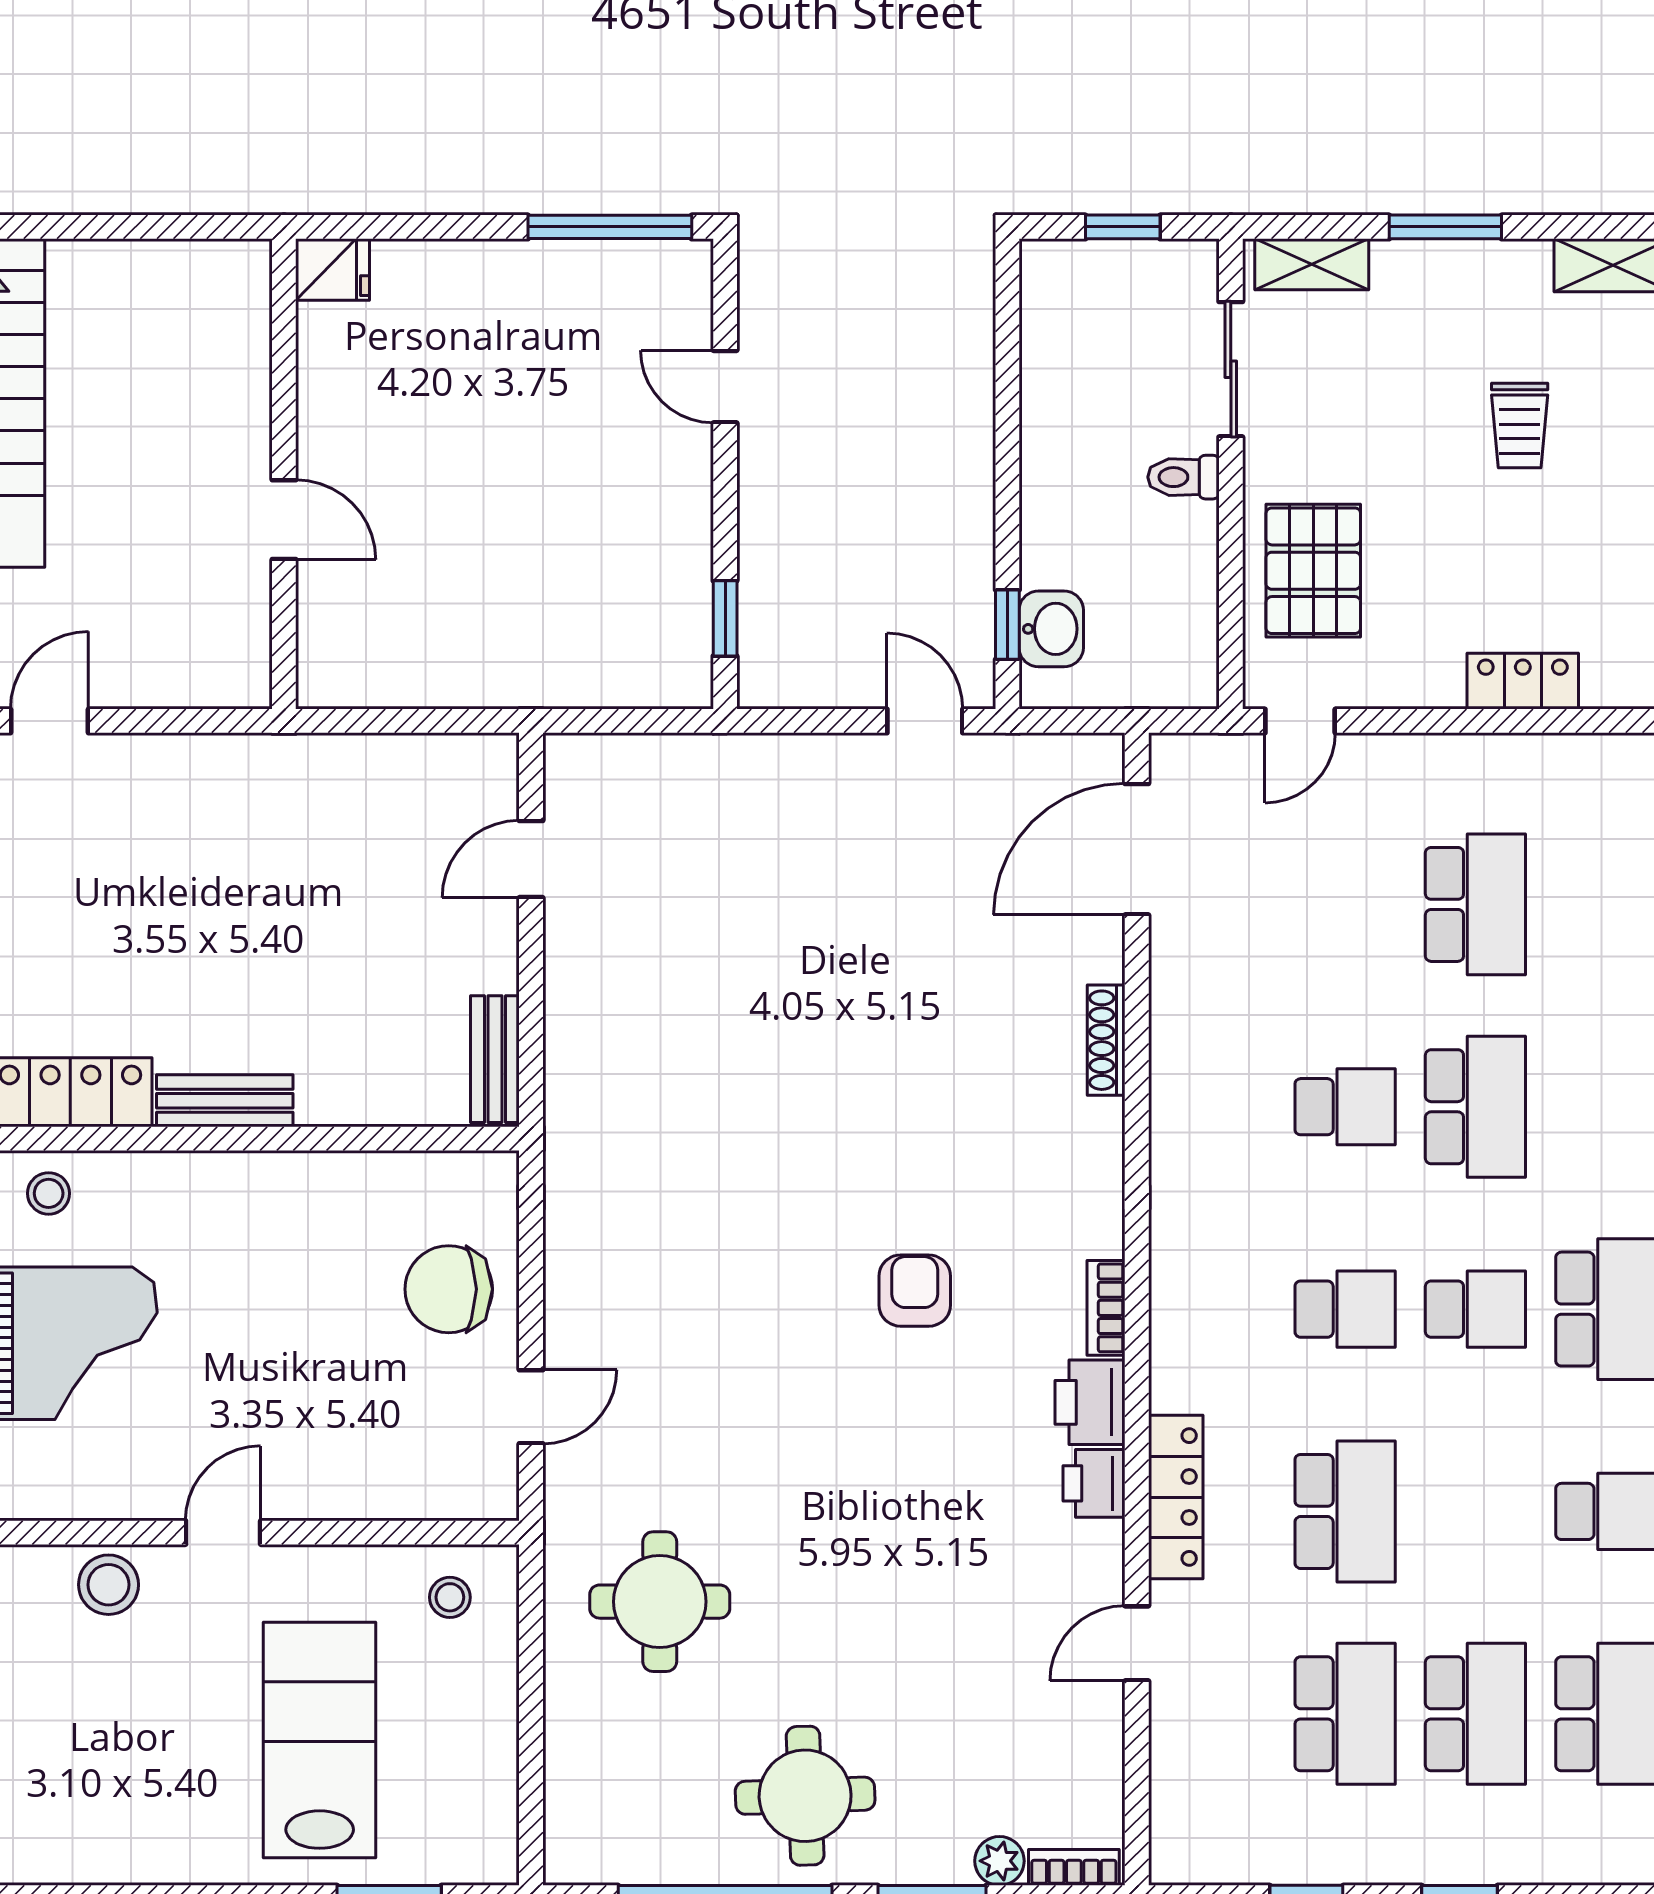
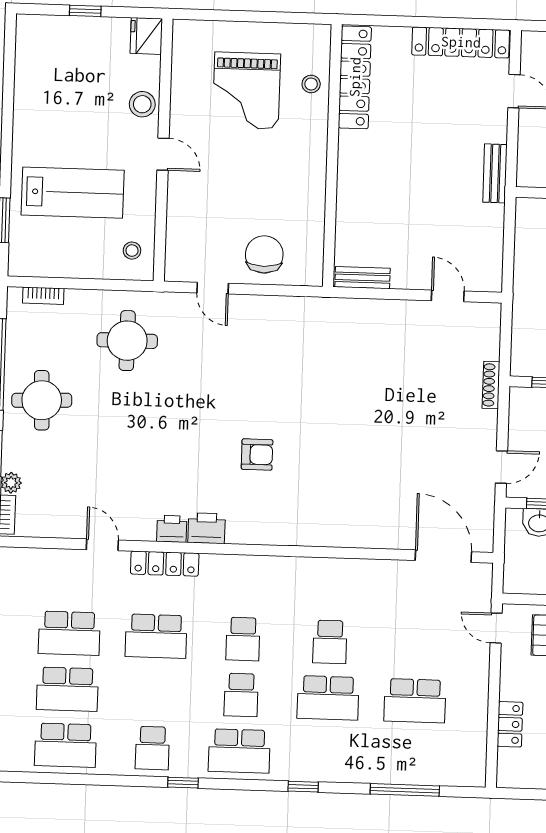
shoe rack: (1106, 1040) -> (491, 385), moved, turned -90
bench: (225, 1101) -> (495, 173), moved
bookcase: (1106, 1308) -> (43, 296), moved, turned 180

